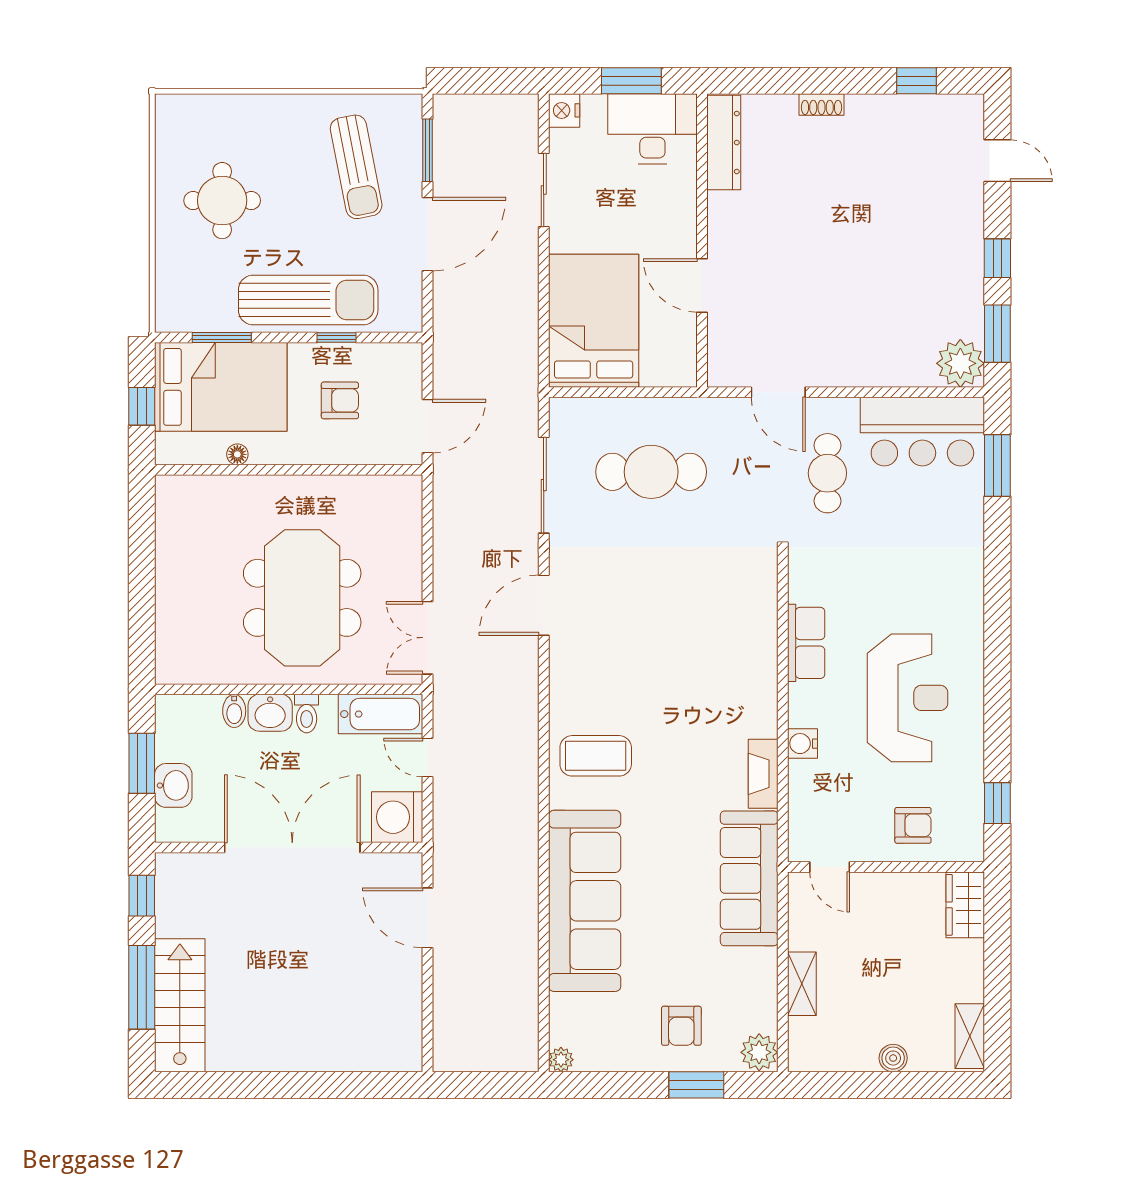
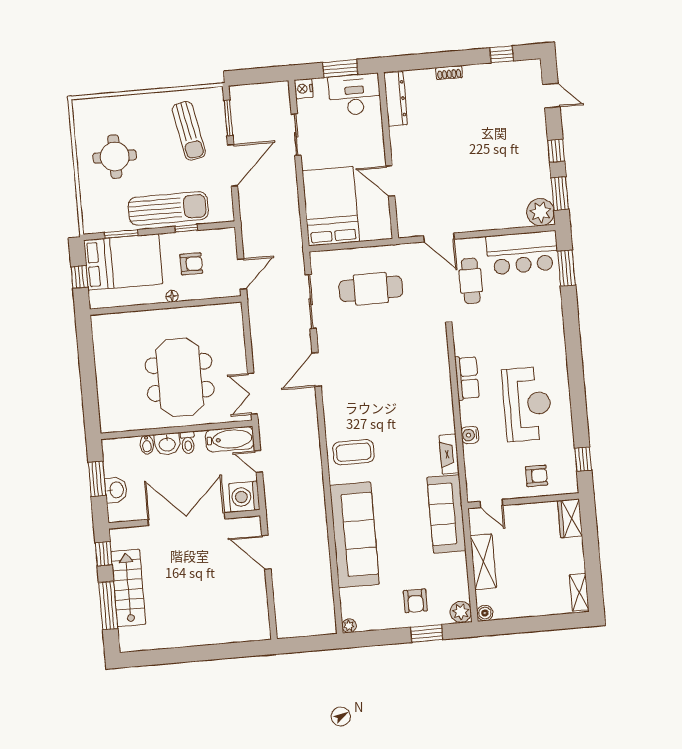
floor lamp: (237, 454) -> (172, 296), moved
shelving: (802, 984) -> (483, 562), width x1.50, depth x1.33
stairs: (180, 1005) -> (128, 588), moved
boiler: (893, 1058) -> (485, 613), moved

